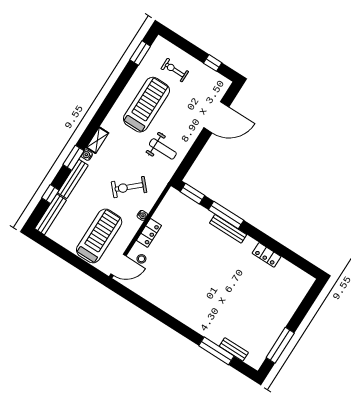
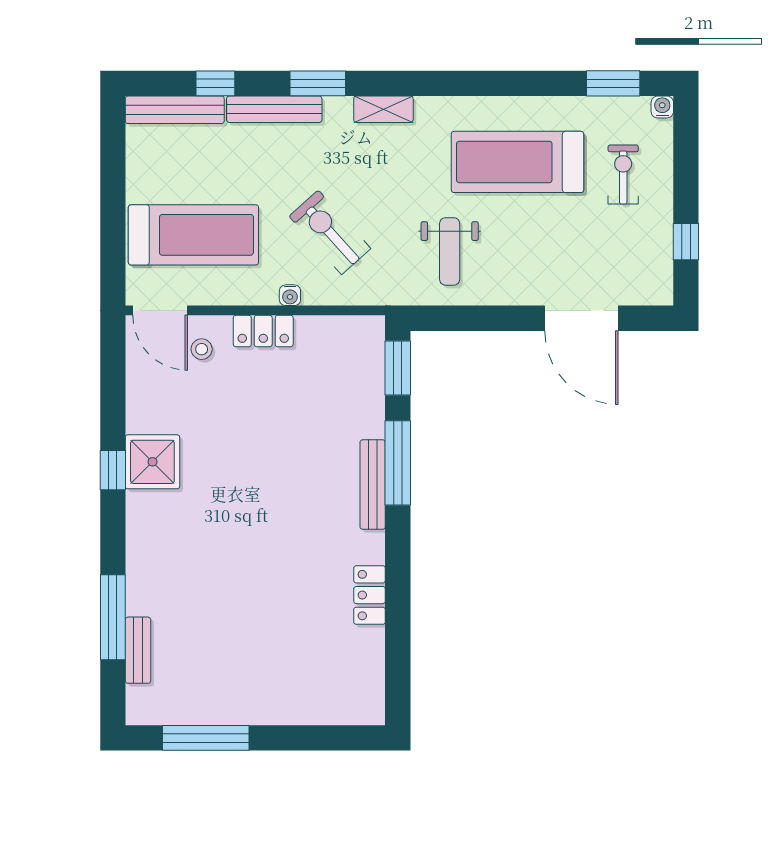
treadmill: (146, 105) -> (518, 162), turned 180
water cooler: (87, 155) -> (662, 107), moved
shower: (170, 302) -> (152, 462), added
window: (164, 318) -> (113, 470), added

